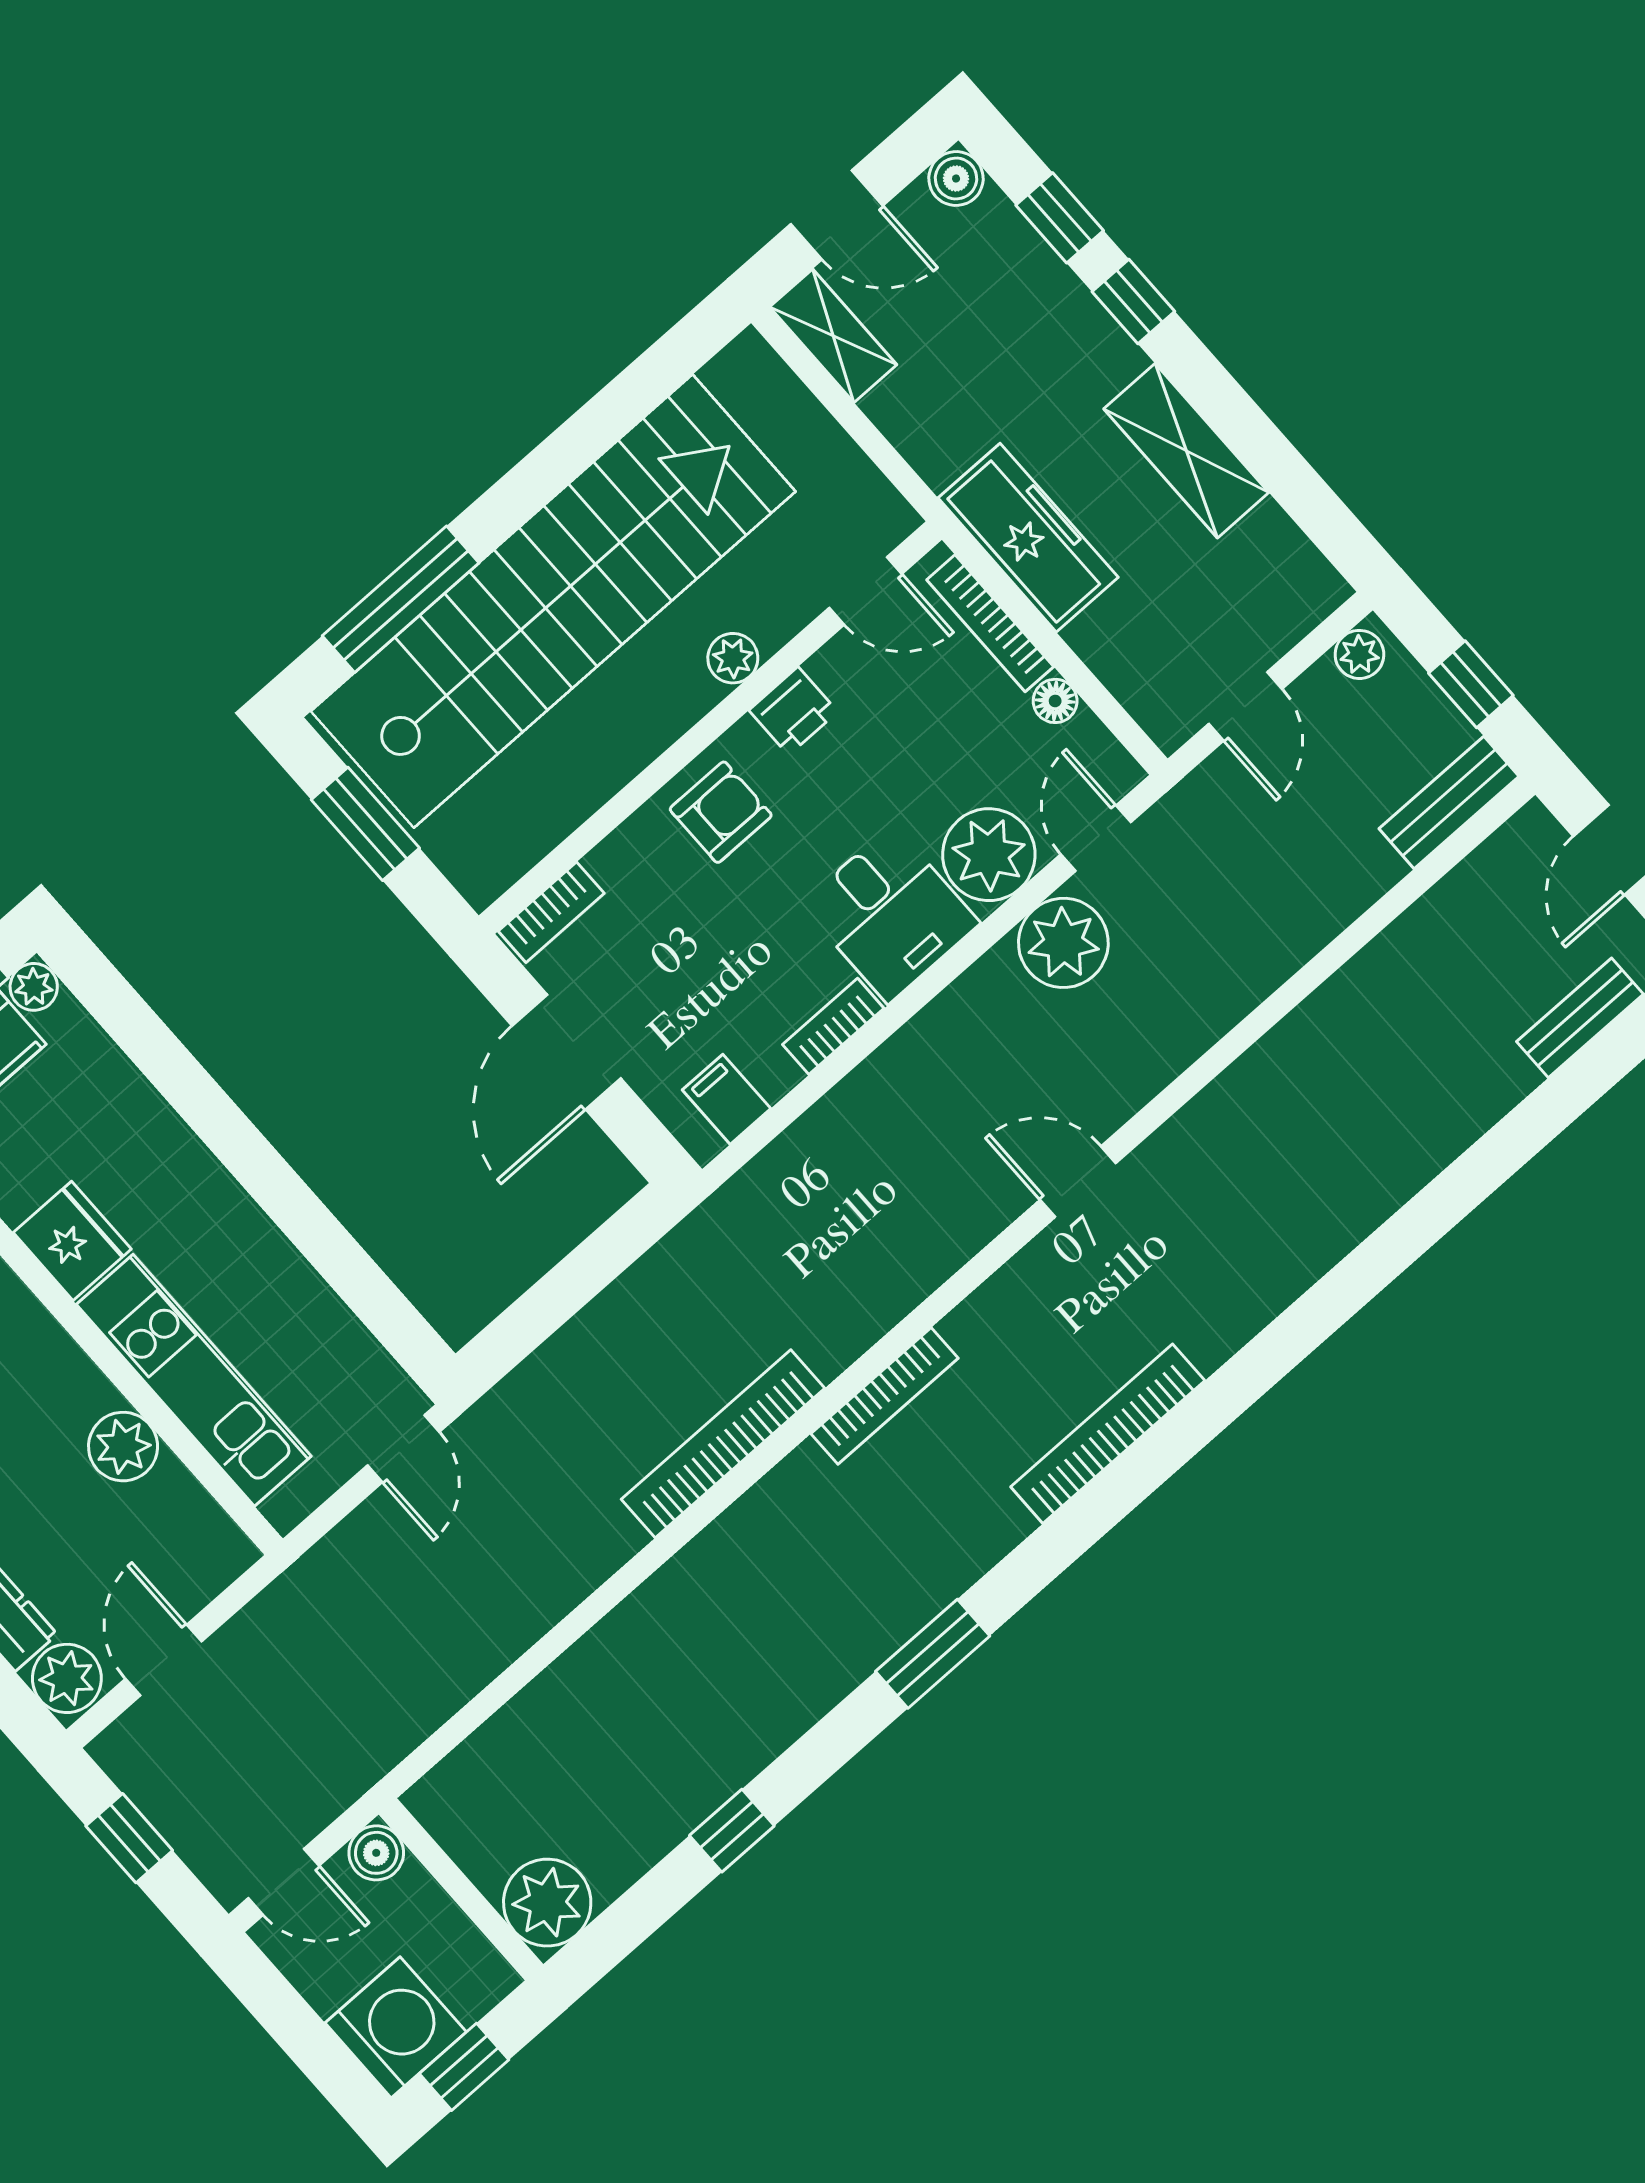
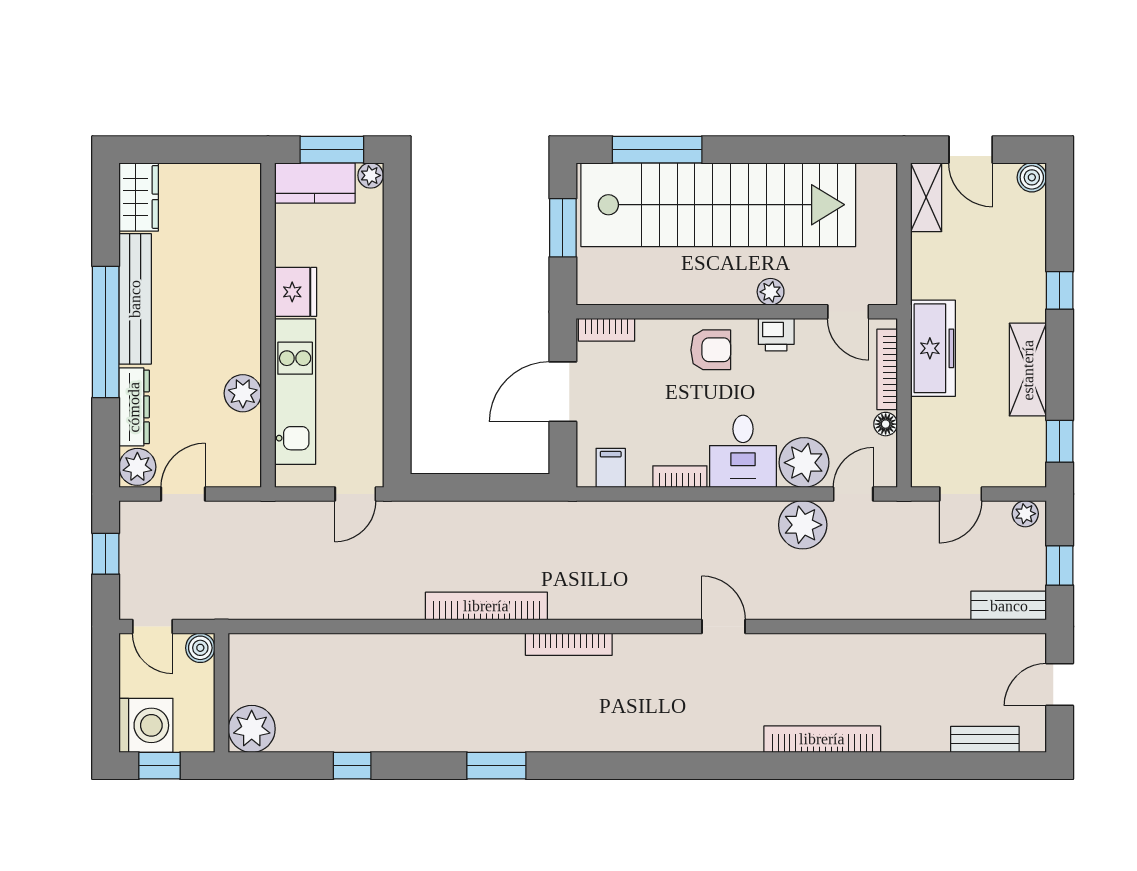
window: (1060, 218) -> (1060, 441), moved
bookcase: (1108, 1434) -> (822, 739), moved

